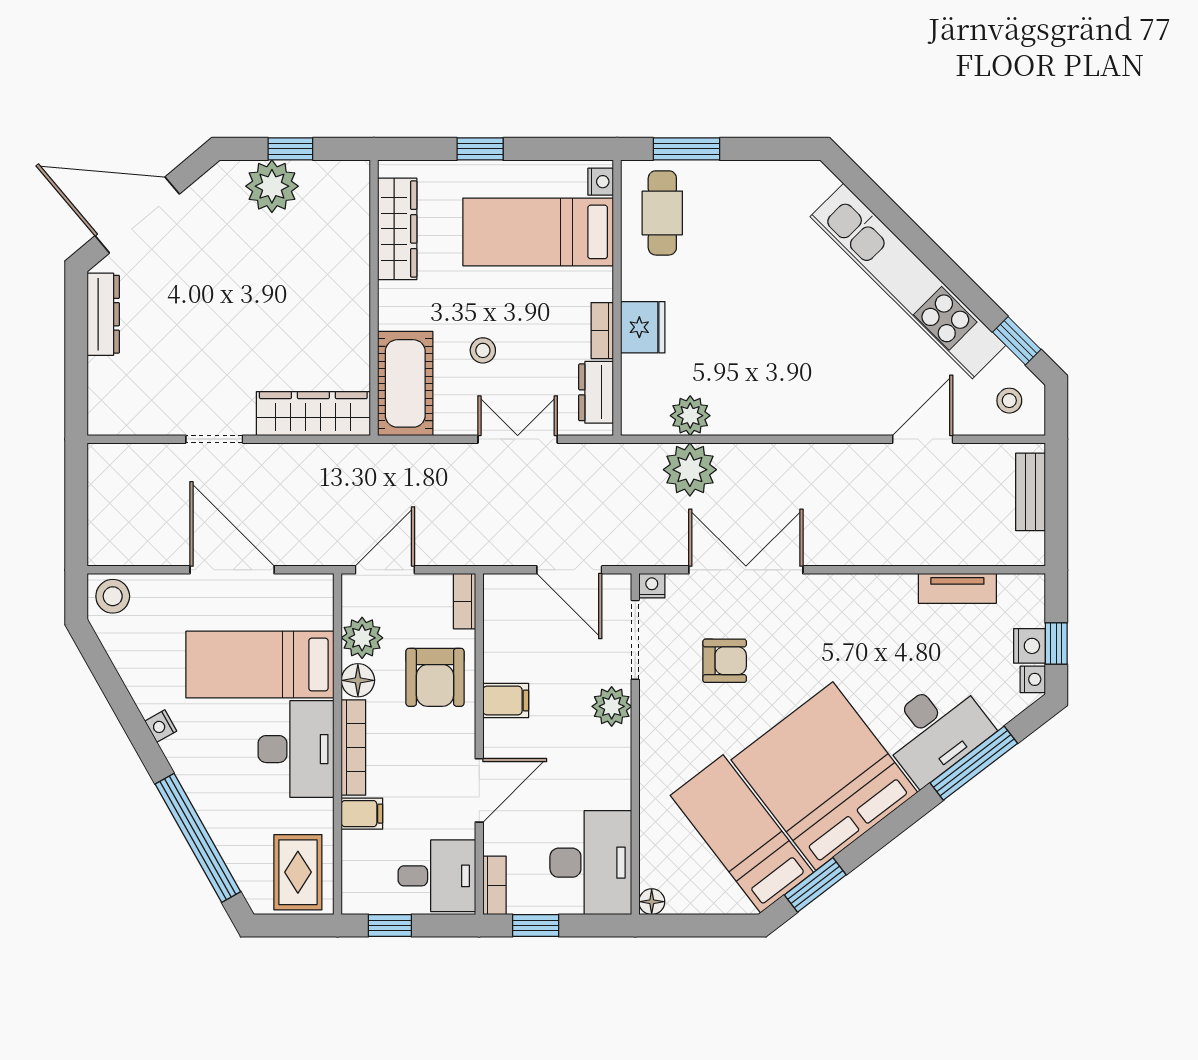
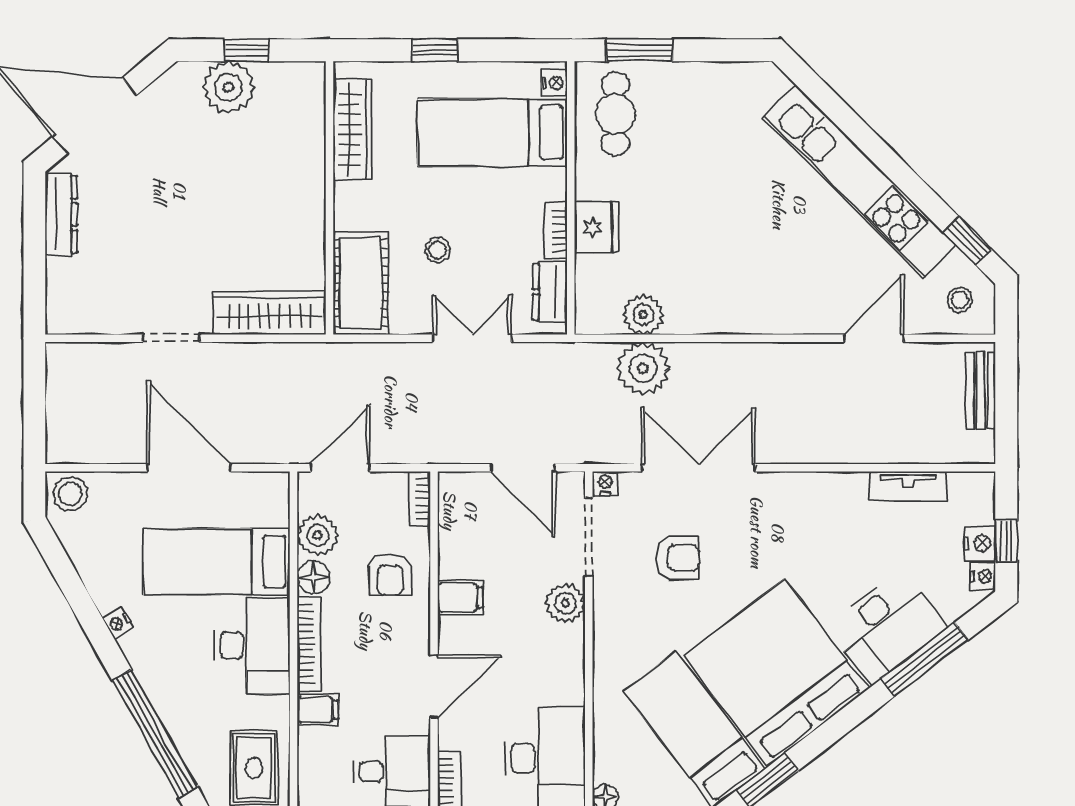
armchair: (435, 677) -> (390, 574), width x0.72, depth x0.72

